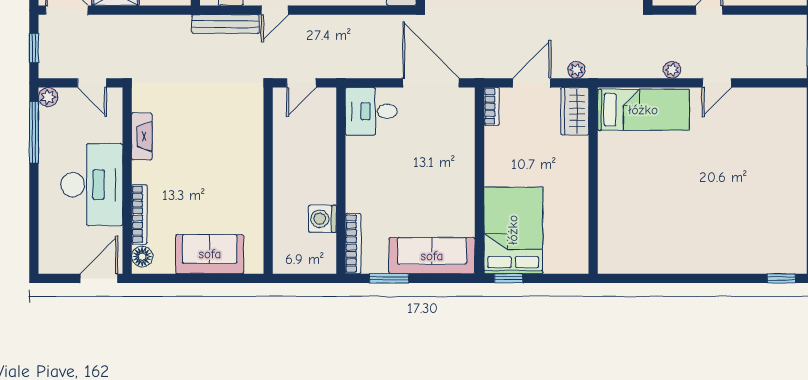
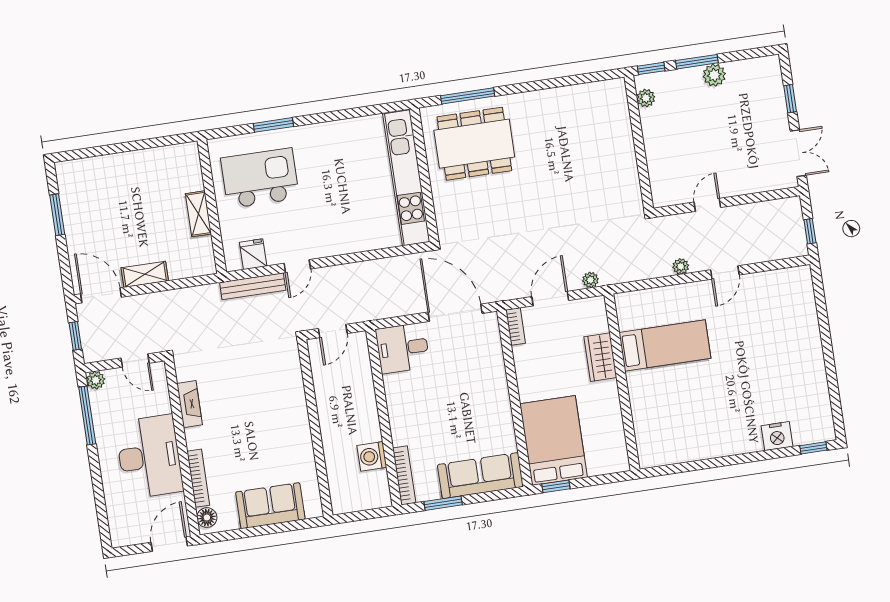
bed: (643, 110) -> (665, 345), moved
wardrobe: (575, 111) -> (600, 357), moved
nightstand: (745, 260) -> (777, 436), added

